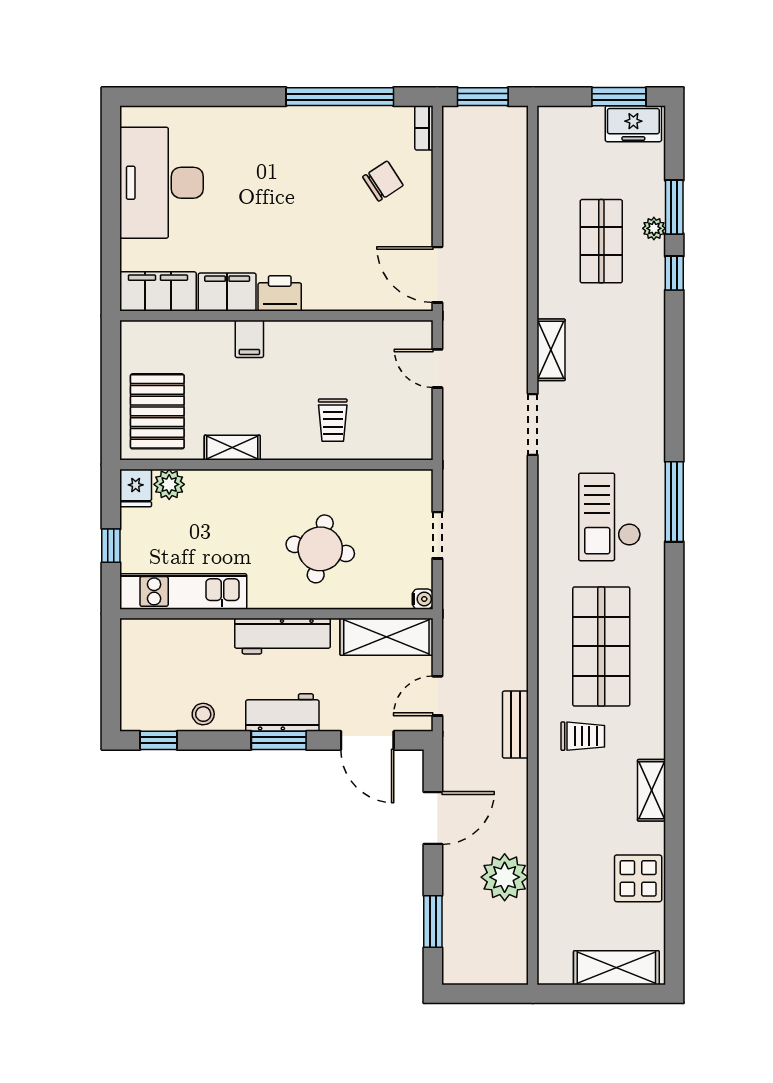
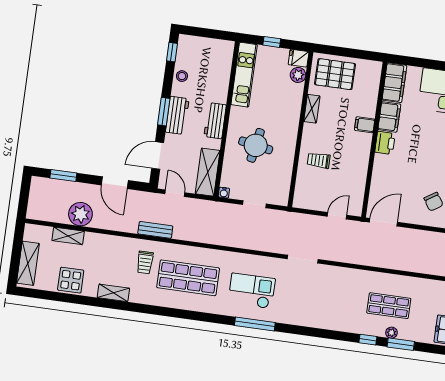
shelving: (551, 350) -> (68, 236), moved
workbench: (282, 636) -> (215, 121), width x0.73

